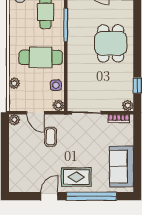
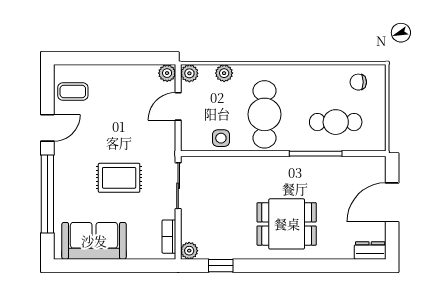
plant: (58, 105) -> (189, 73), moved
coffee table: (51, 137) -> (73, 92), moved
rug: (76, 177) -> (119, 178), moved, turned 90
door: (49, 196) -> (47, 128), hinge flipped

